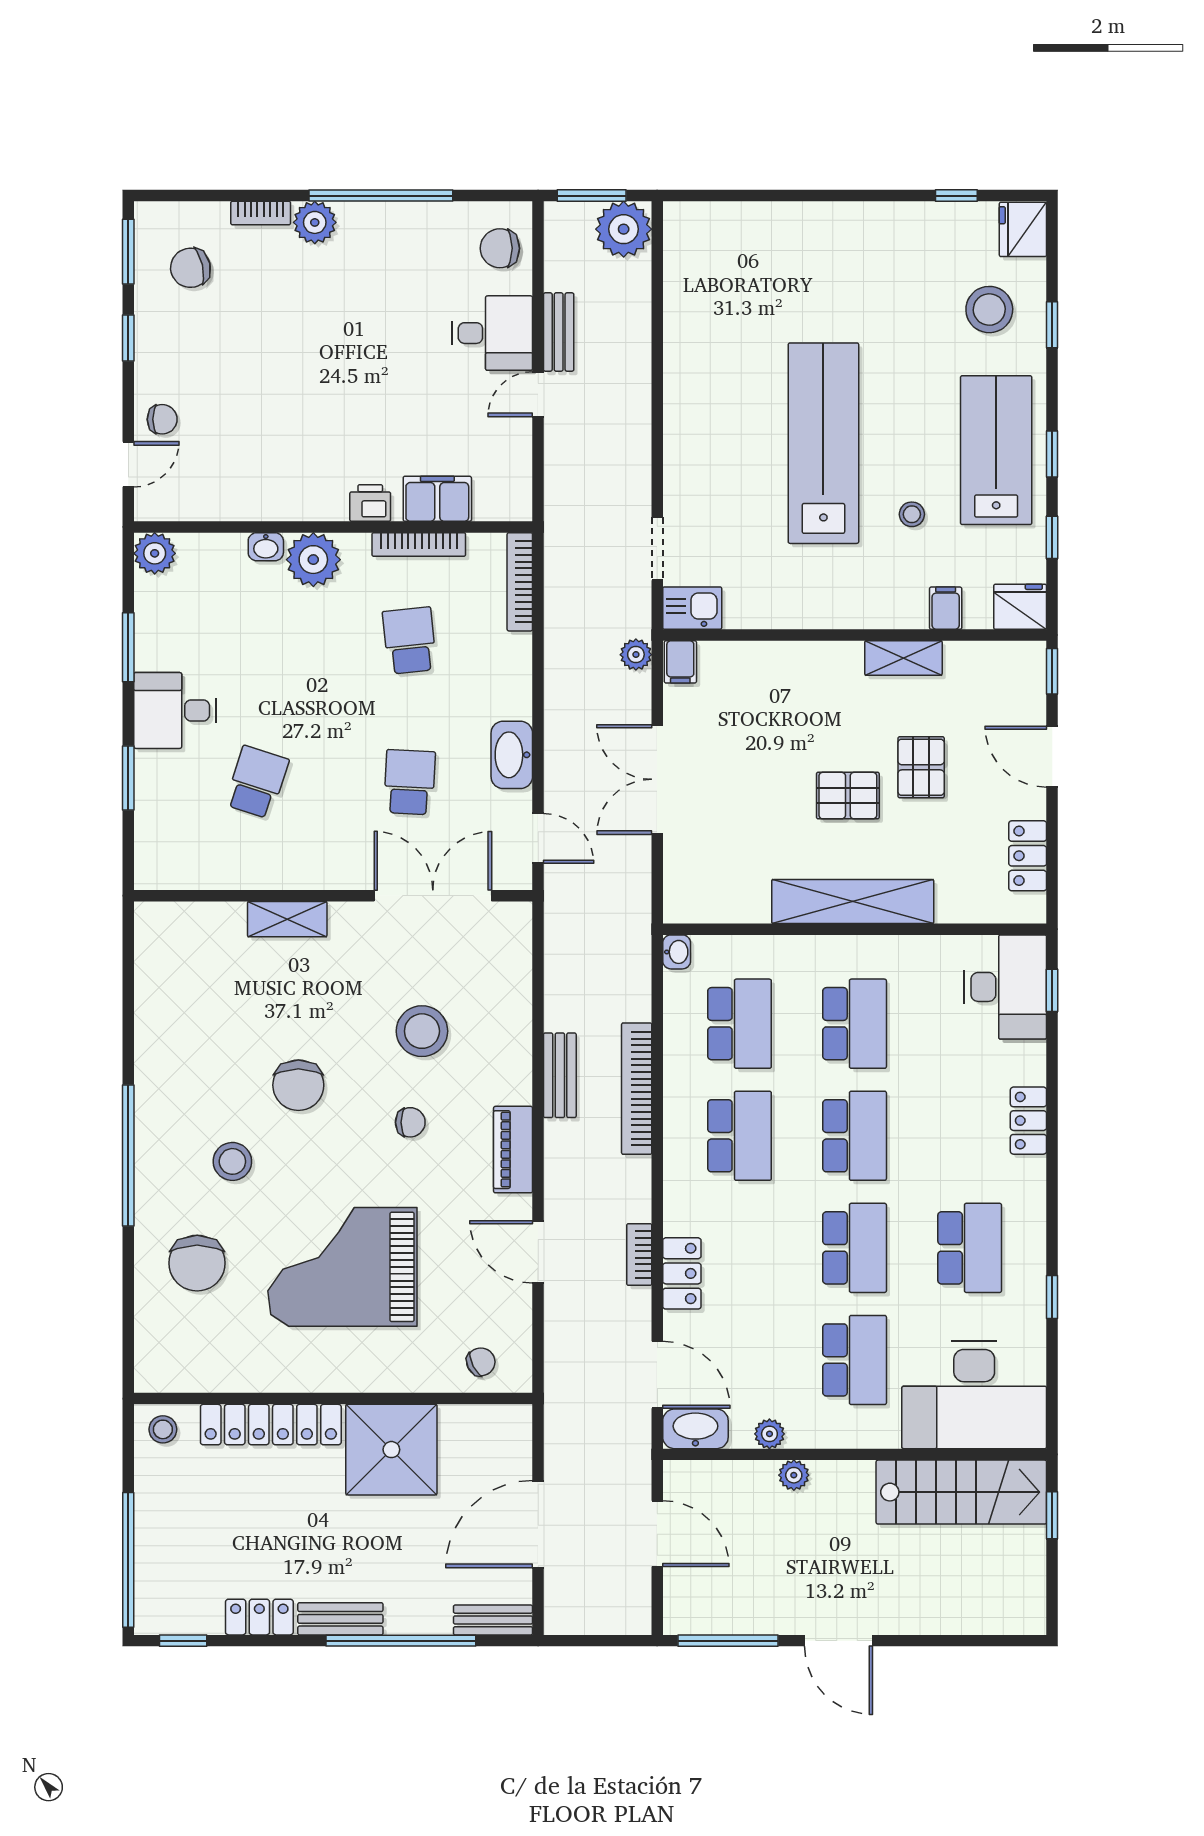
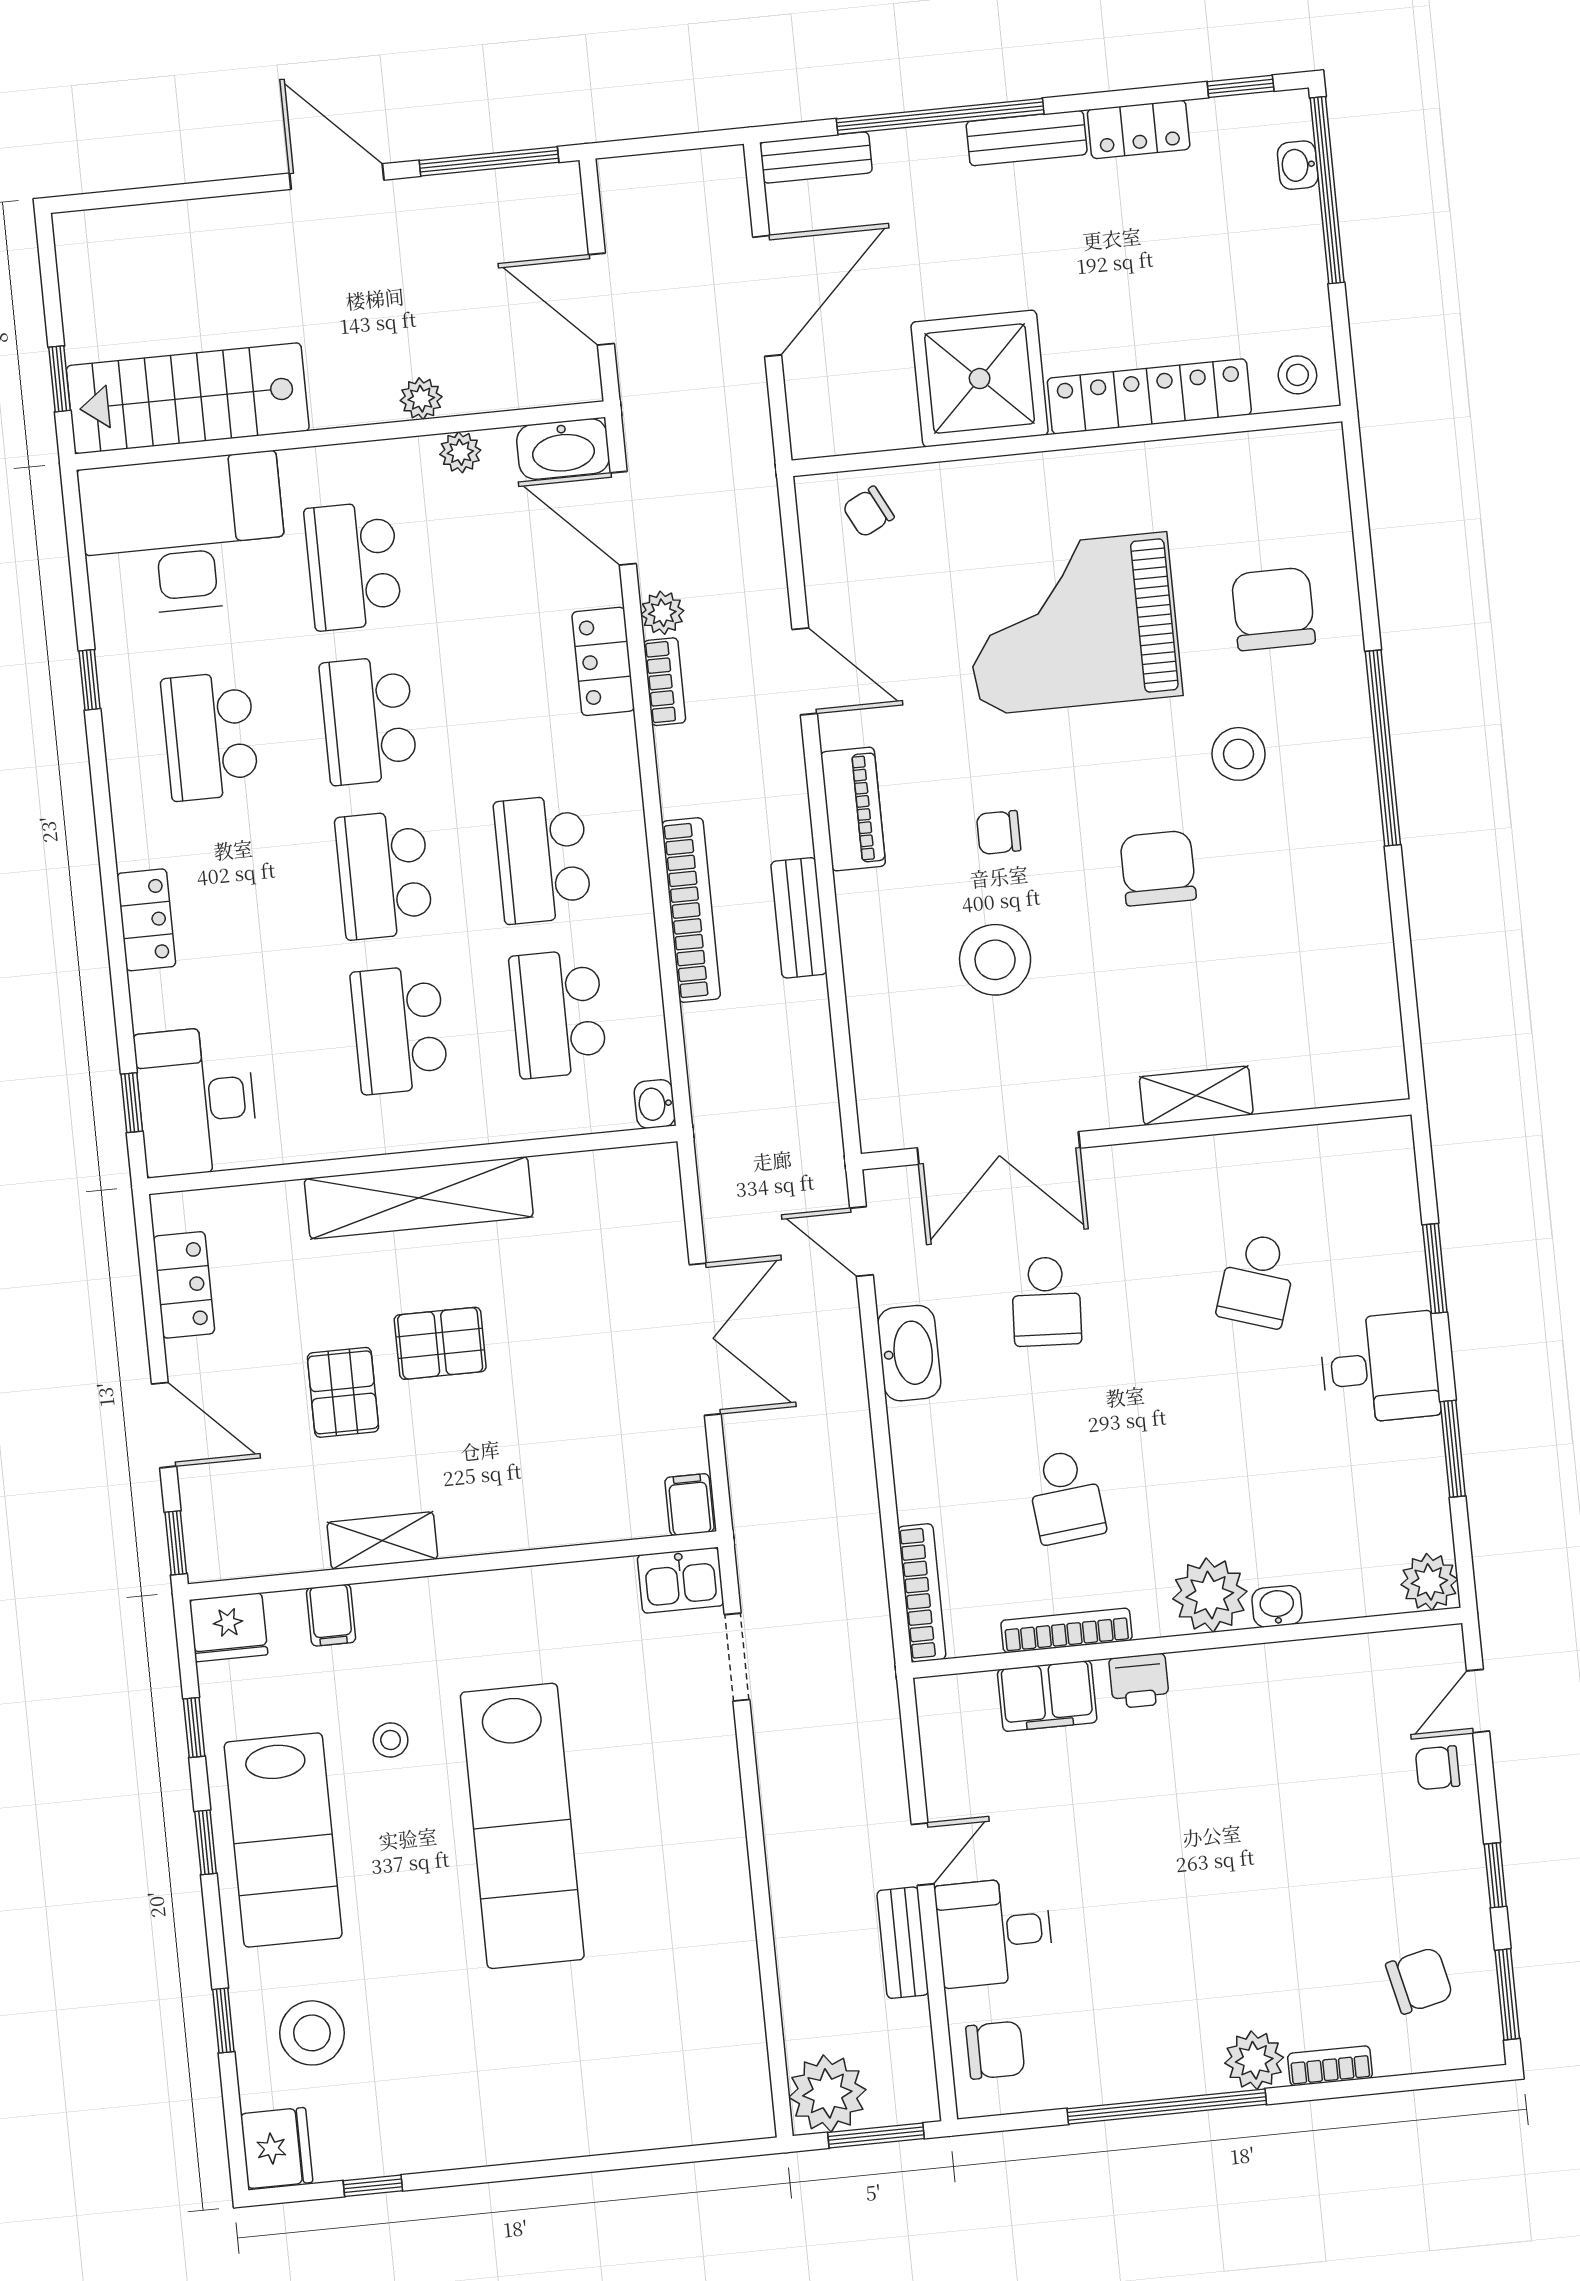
plant: (636, 655) -> (662, 613), moved
grand piano: (342, 1267) -> (1072, 624), turned 180
washbasin: (148, 1580) -> (1298, 165), added

